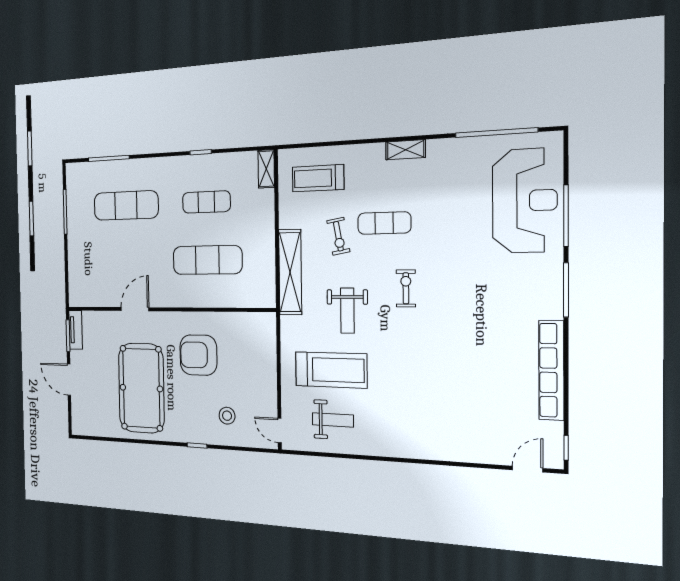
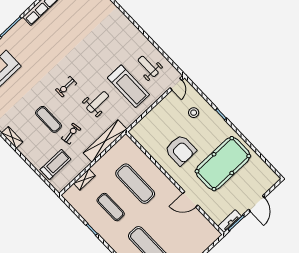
shelving: (266, 169) -> (84, 179), moved
treadmill: (318, 178) -> (55, 164), turned -90
treadmill: (331, 370) -> (128, 86), turned 180

